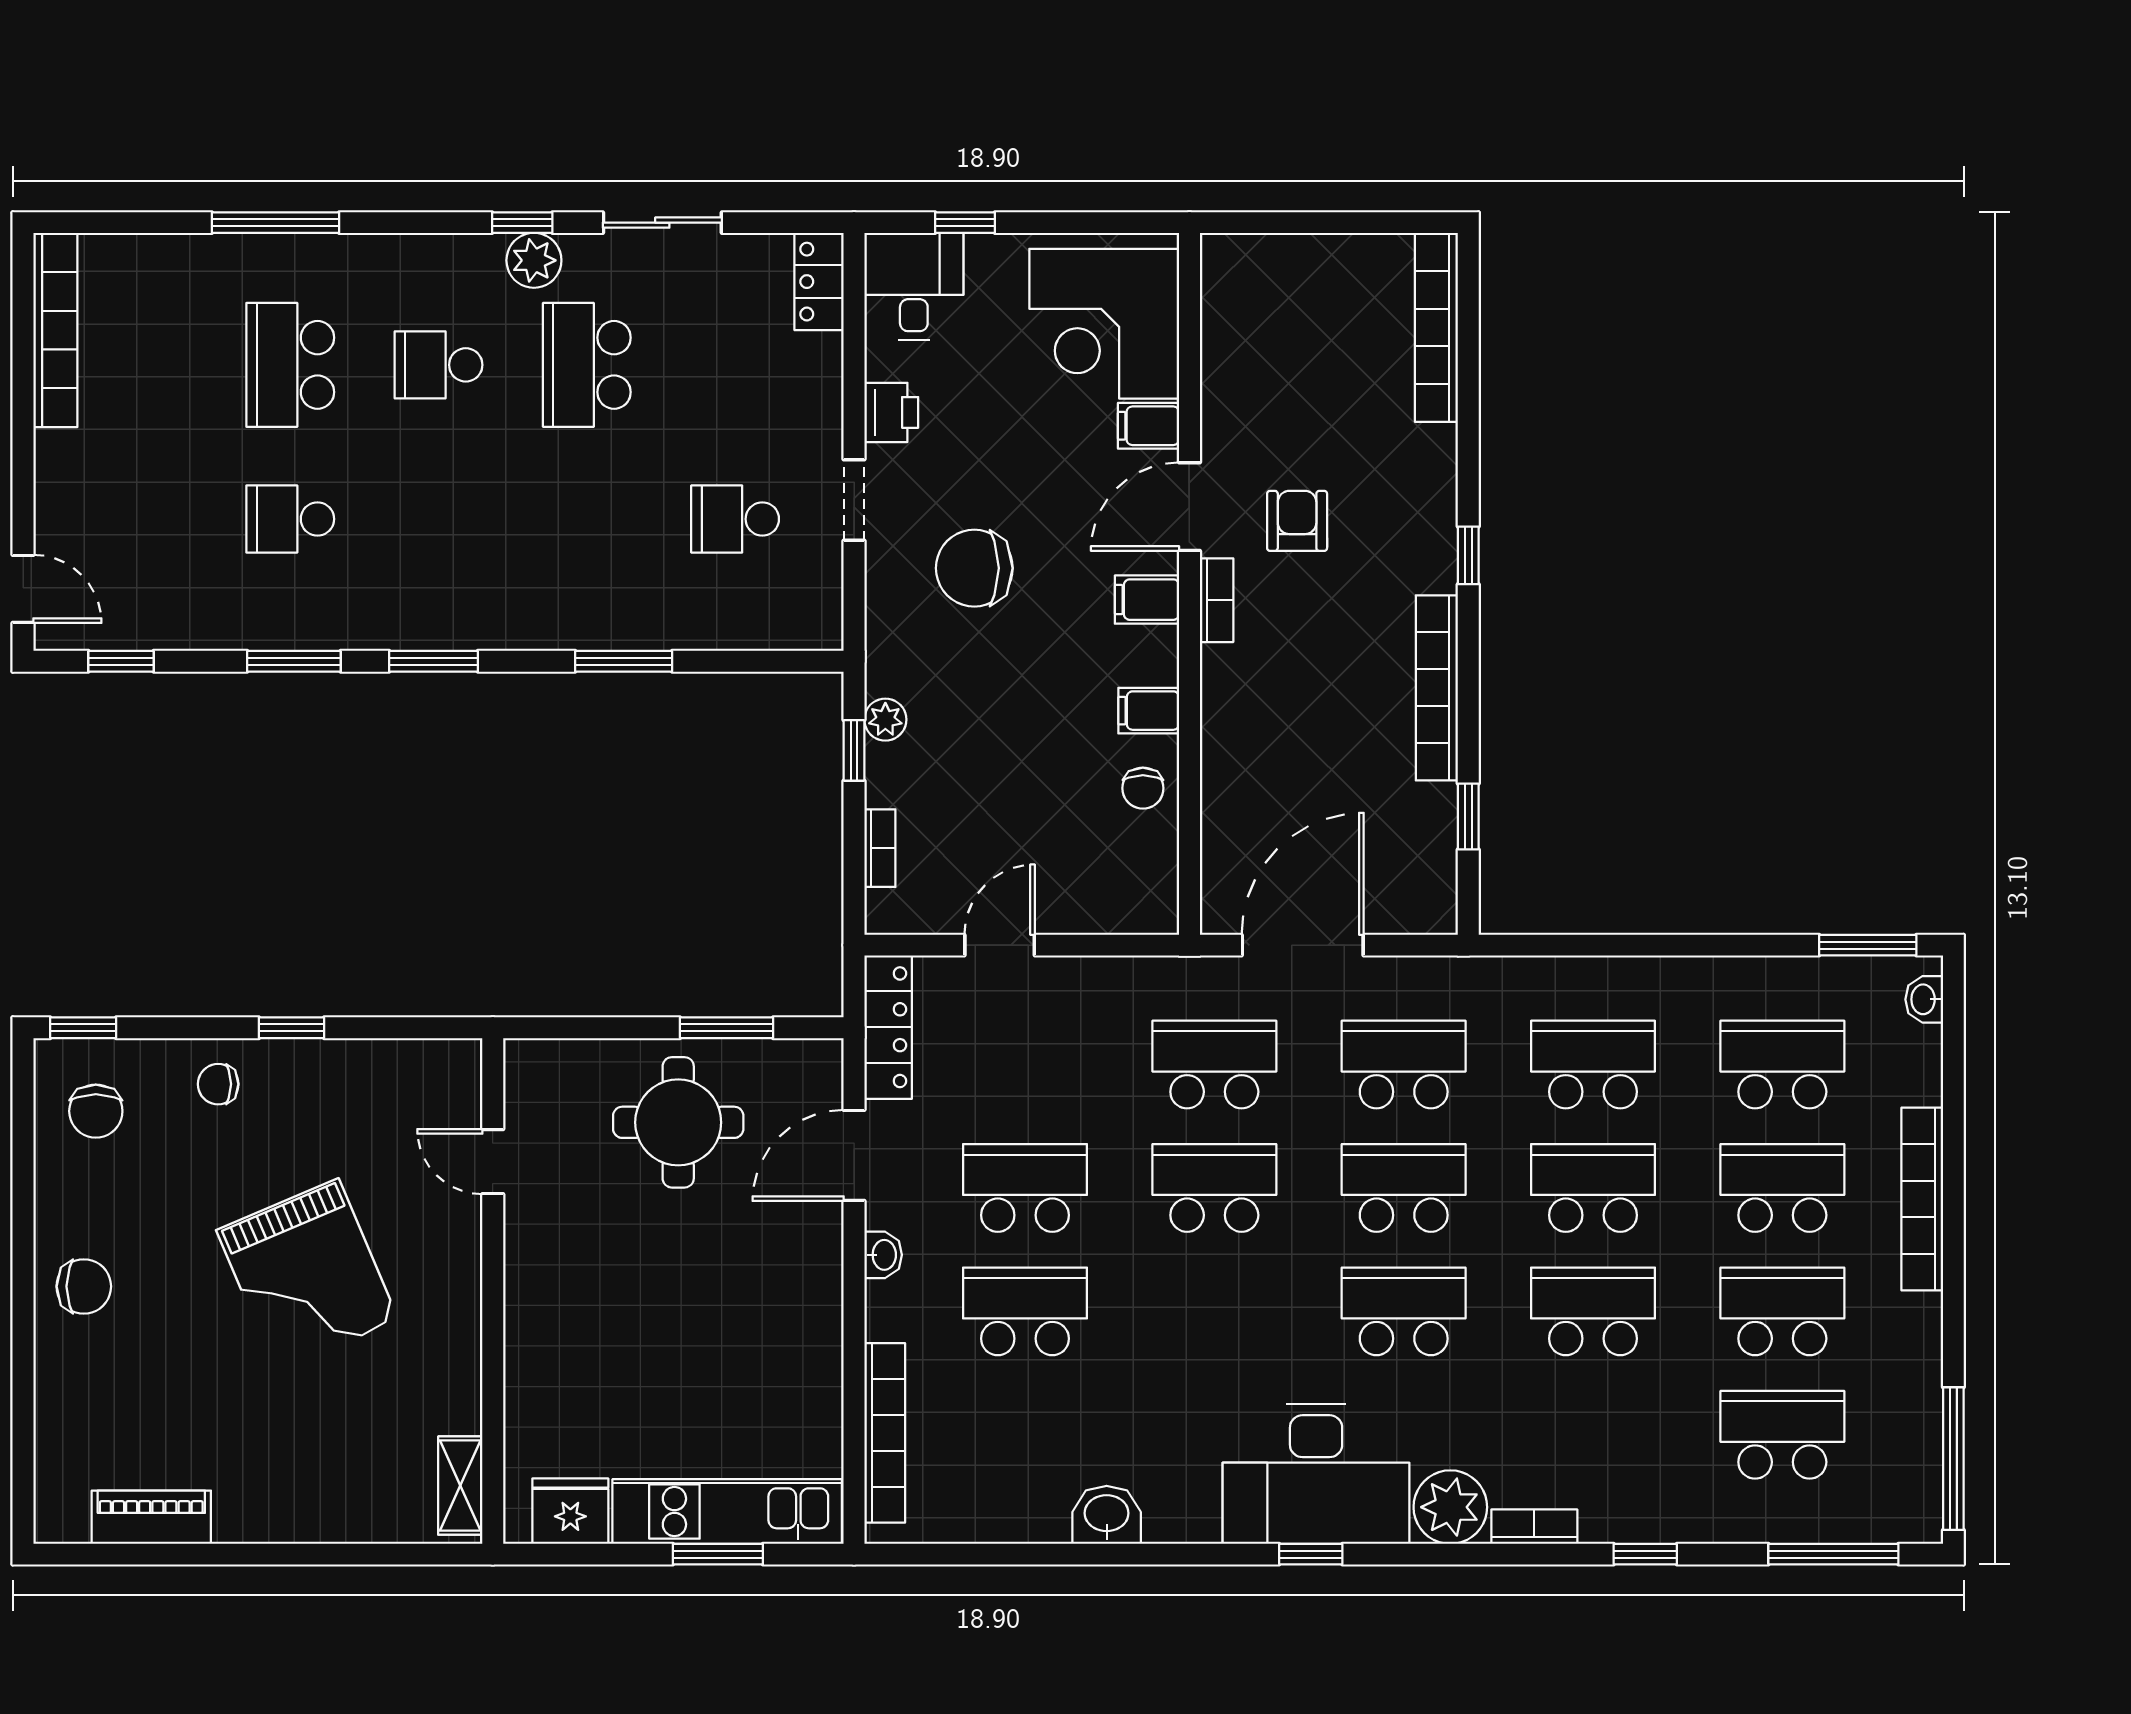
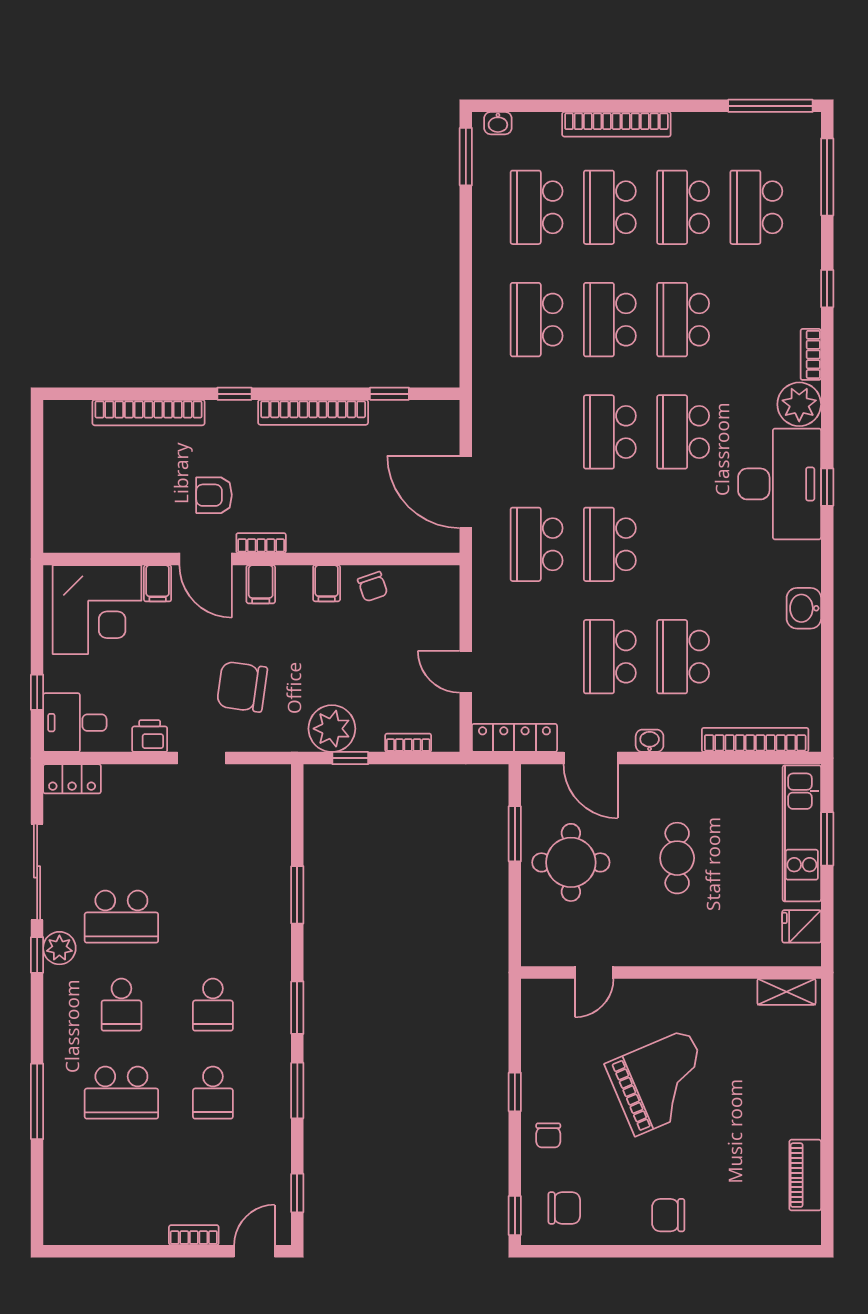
sliding door: (662, 223) -> (37, 872), width x1.37
bookcase: (1436, 327) -> (148, 413), moved
bookcase: (55, 330) -> (194, 1235), moved, width x0.43, depth x0.76
school desk: (735, 519) -> (213, 1005), moved
chair: (974, 568) -> (242, 687), turned 98
plant: (885, 720) -> (332, 729), width x1.87, depth x1.87
chair: (1143, 788) -> (373, 587), turned 71
school desk: (1404, 1065) -> (537, 432), removed
chair: (84, 1286) -> (668, 1215), turned -90
cafe table: (686, 1301) -> (677, 858), added
fridge: (570, 1511) -> (802, 926), width x0.72

